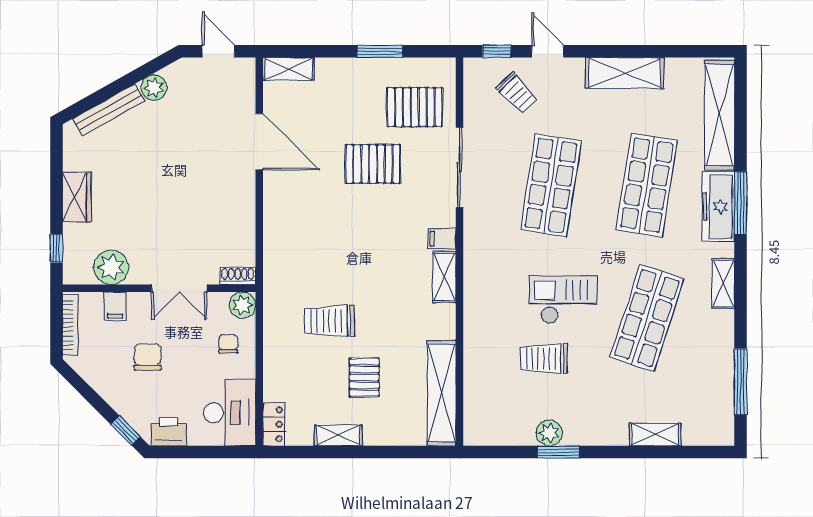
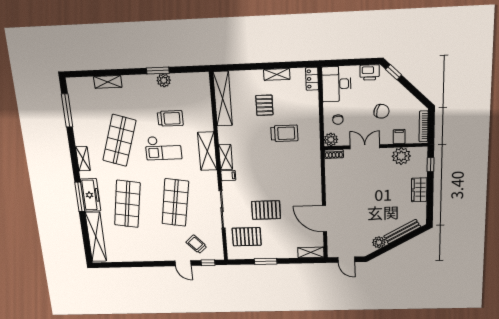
shelving: (625, 73) -> (207, 151), moved, turned 90
chair: (148, 357) -> (382, 111), turned -75

